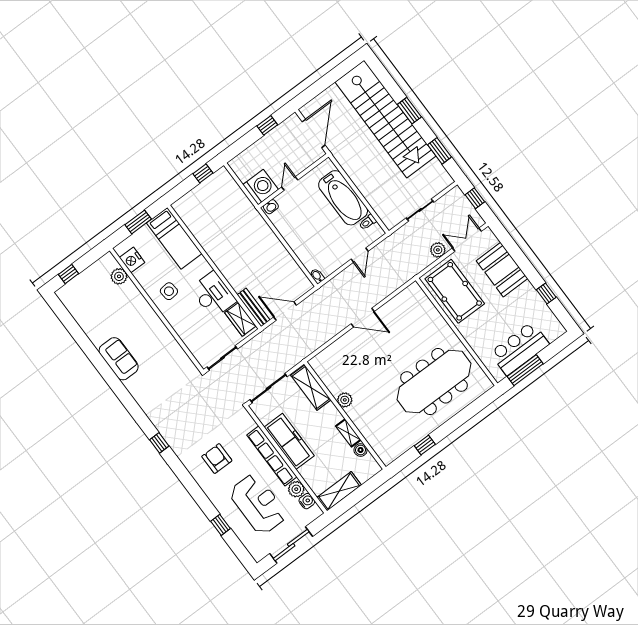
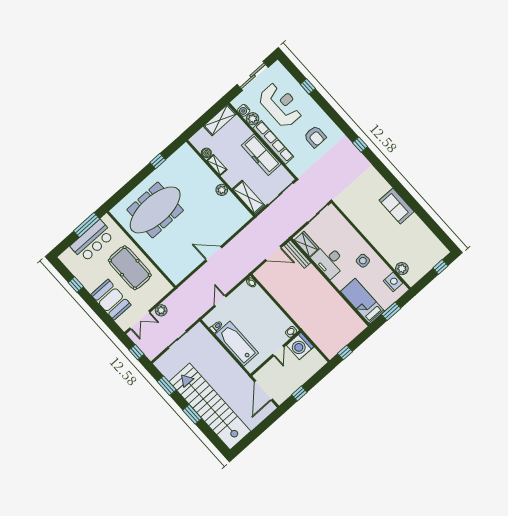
pool table: (455, 291) -> (130, 268), moved
reception desk: (258, 504) -> (281, 105), turned 180

